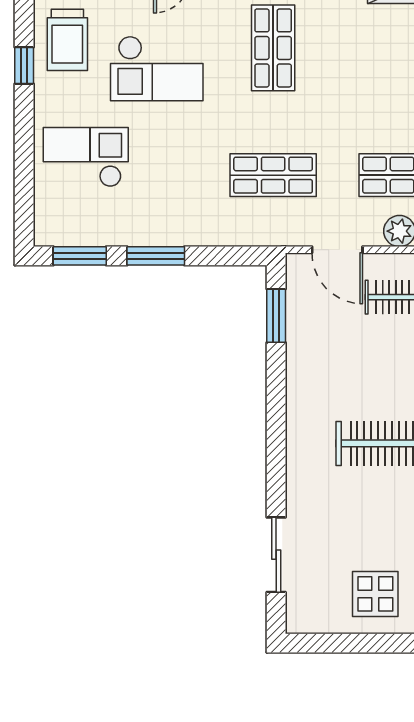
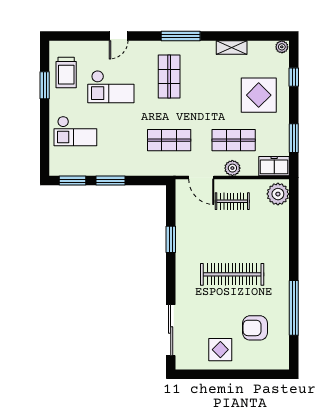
window: (24, 65) -> (45, 85), width x1.50
checkout: (86, 157) -> (75, 131), turned 180
window: (276, 316) -> (171, 239), moved
sliding door: (276, 555) -> (171, 330), width x1.37

